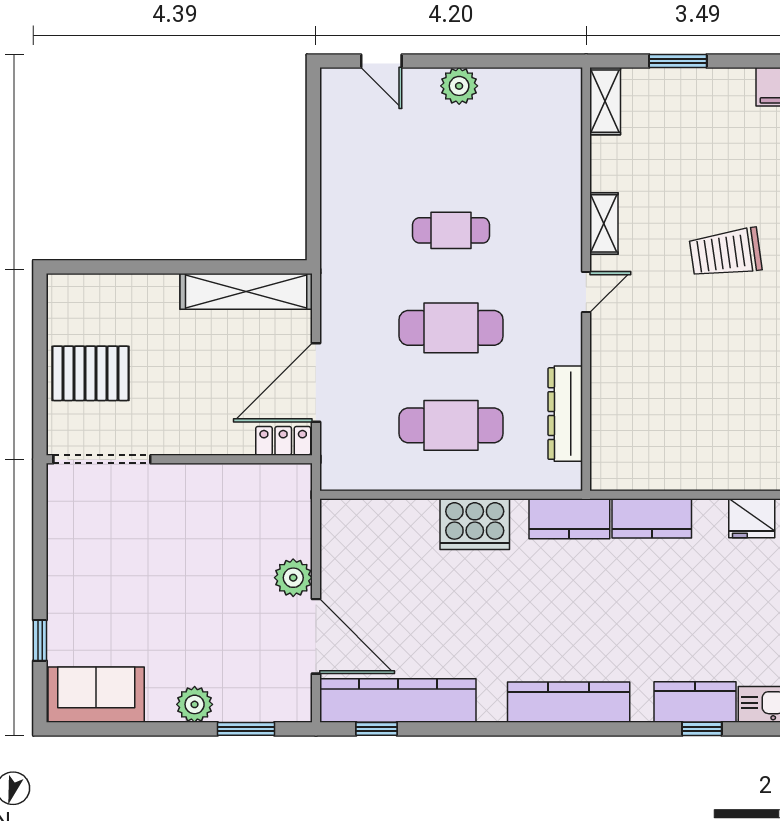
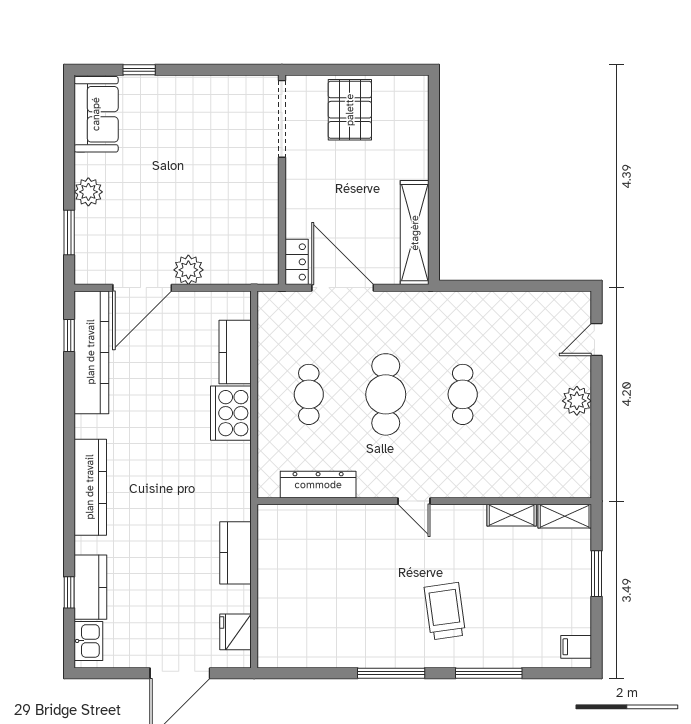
shelving: (604, 223) -> (512, 515), moved
cafe table: (451, 425) -> (309, 394), width x0.73, depth x0.74
kitchen counter: (569, 519) -> (235, 352), moved

